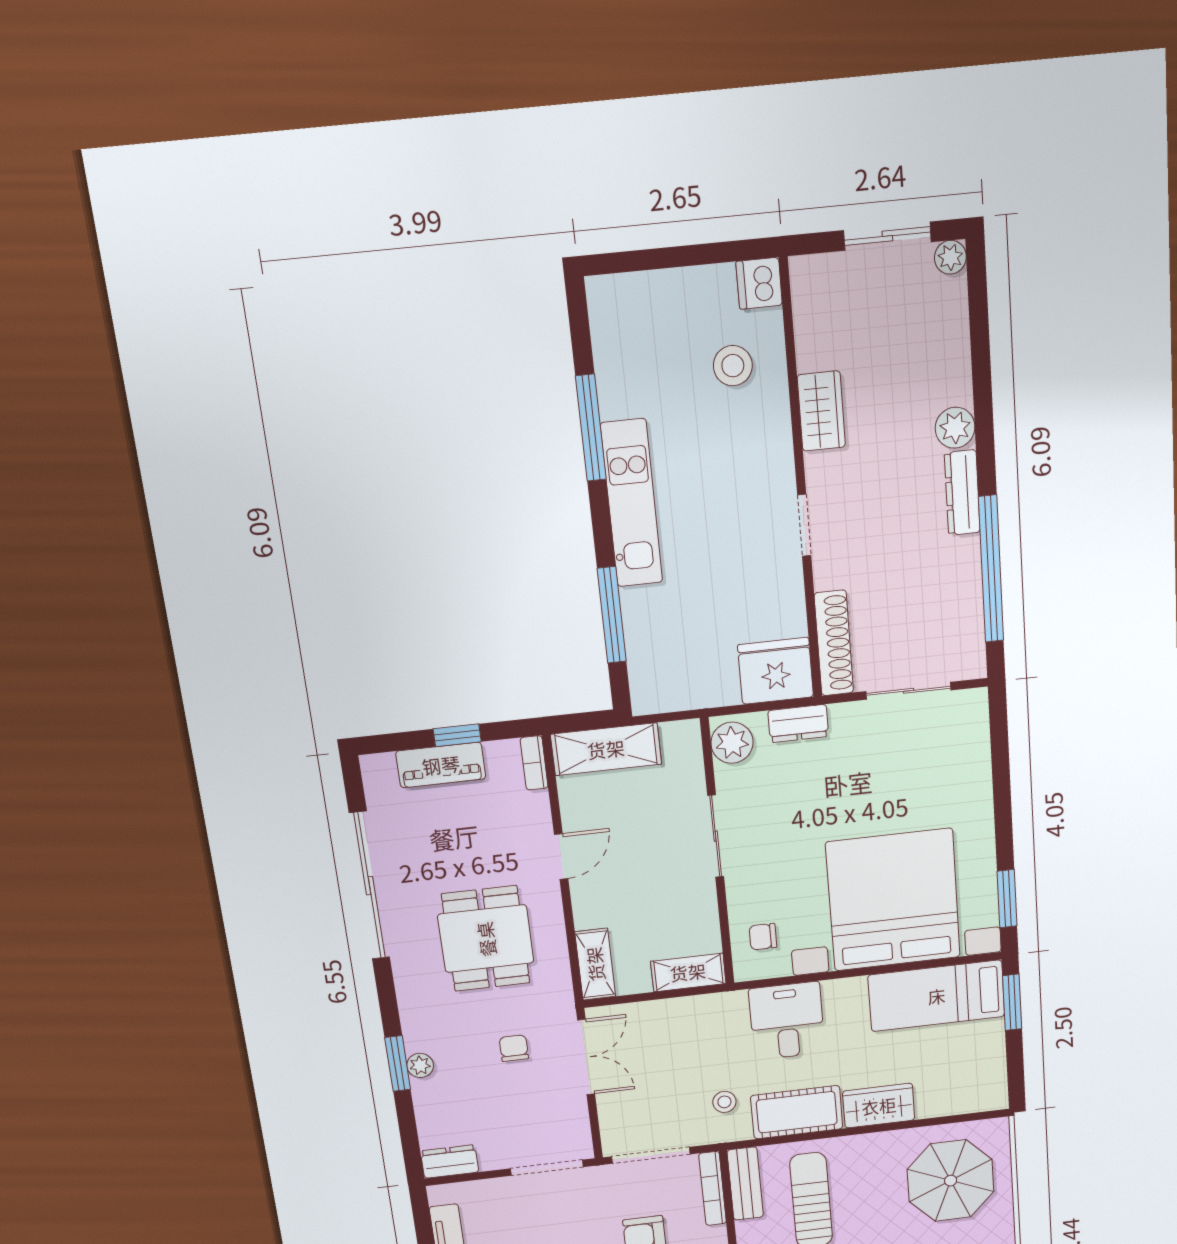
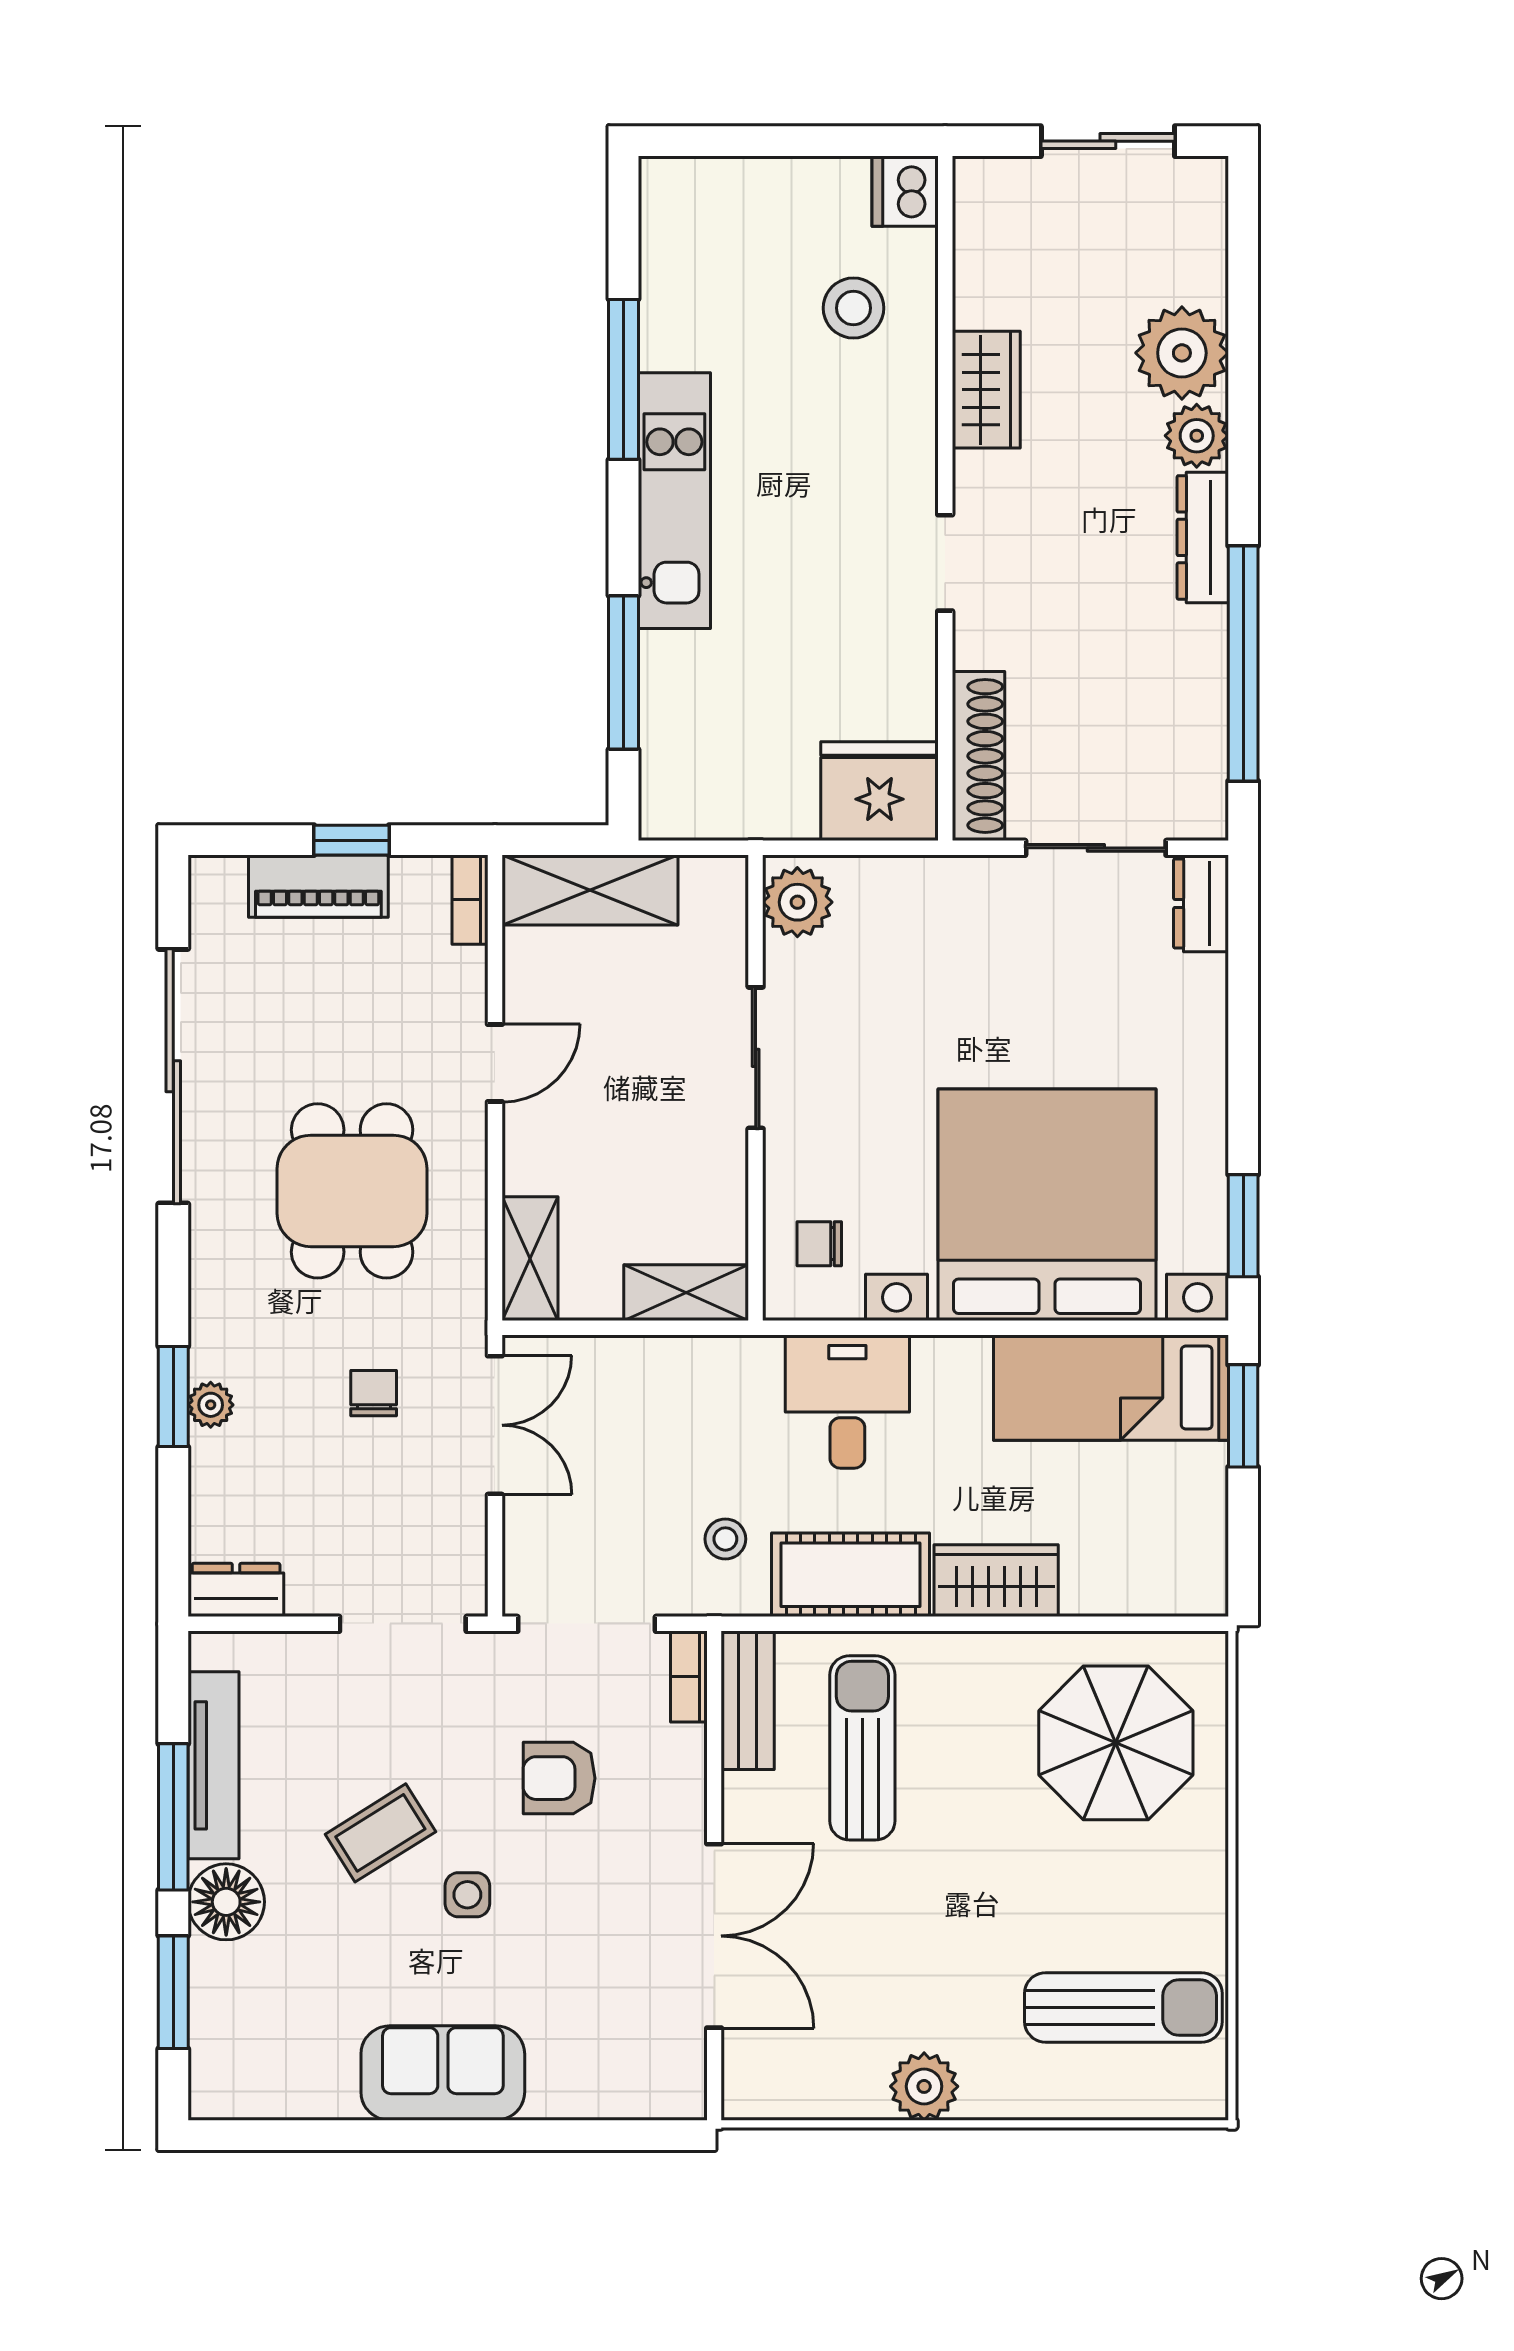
plant: (950, 257) -> (1182, 353), moved, width x1.88, depth x1.88
dresser: (798, 723) -> (1201, 903), moved, turned 90
bookcase: (712, 1189) -> (689, 1677), width x0.64

